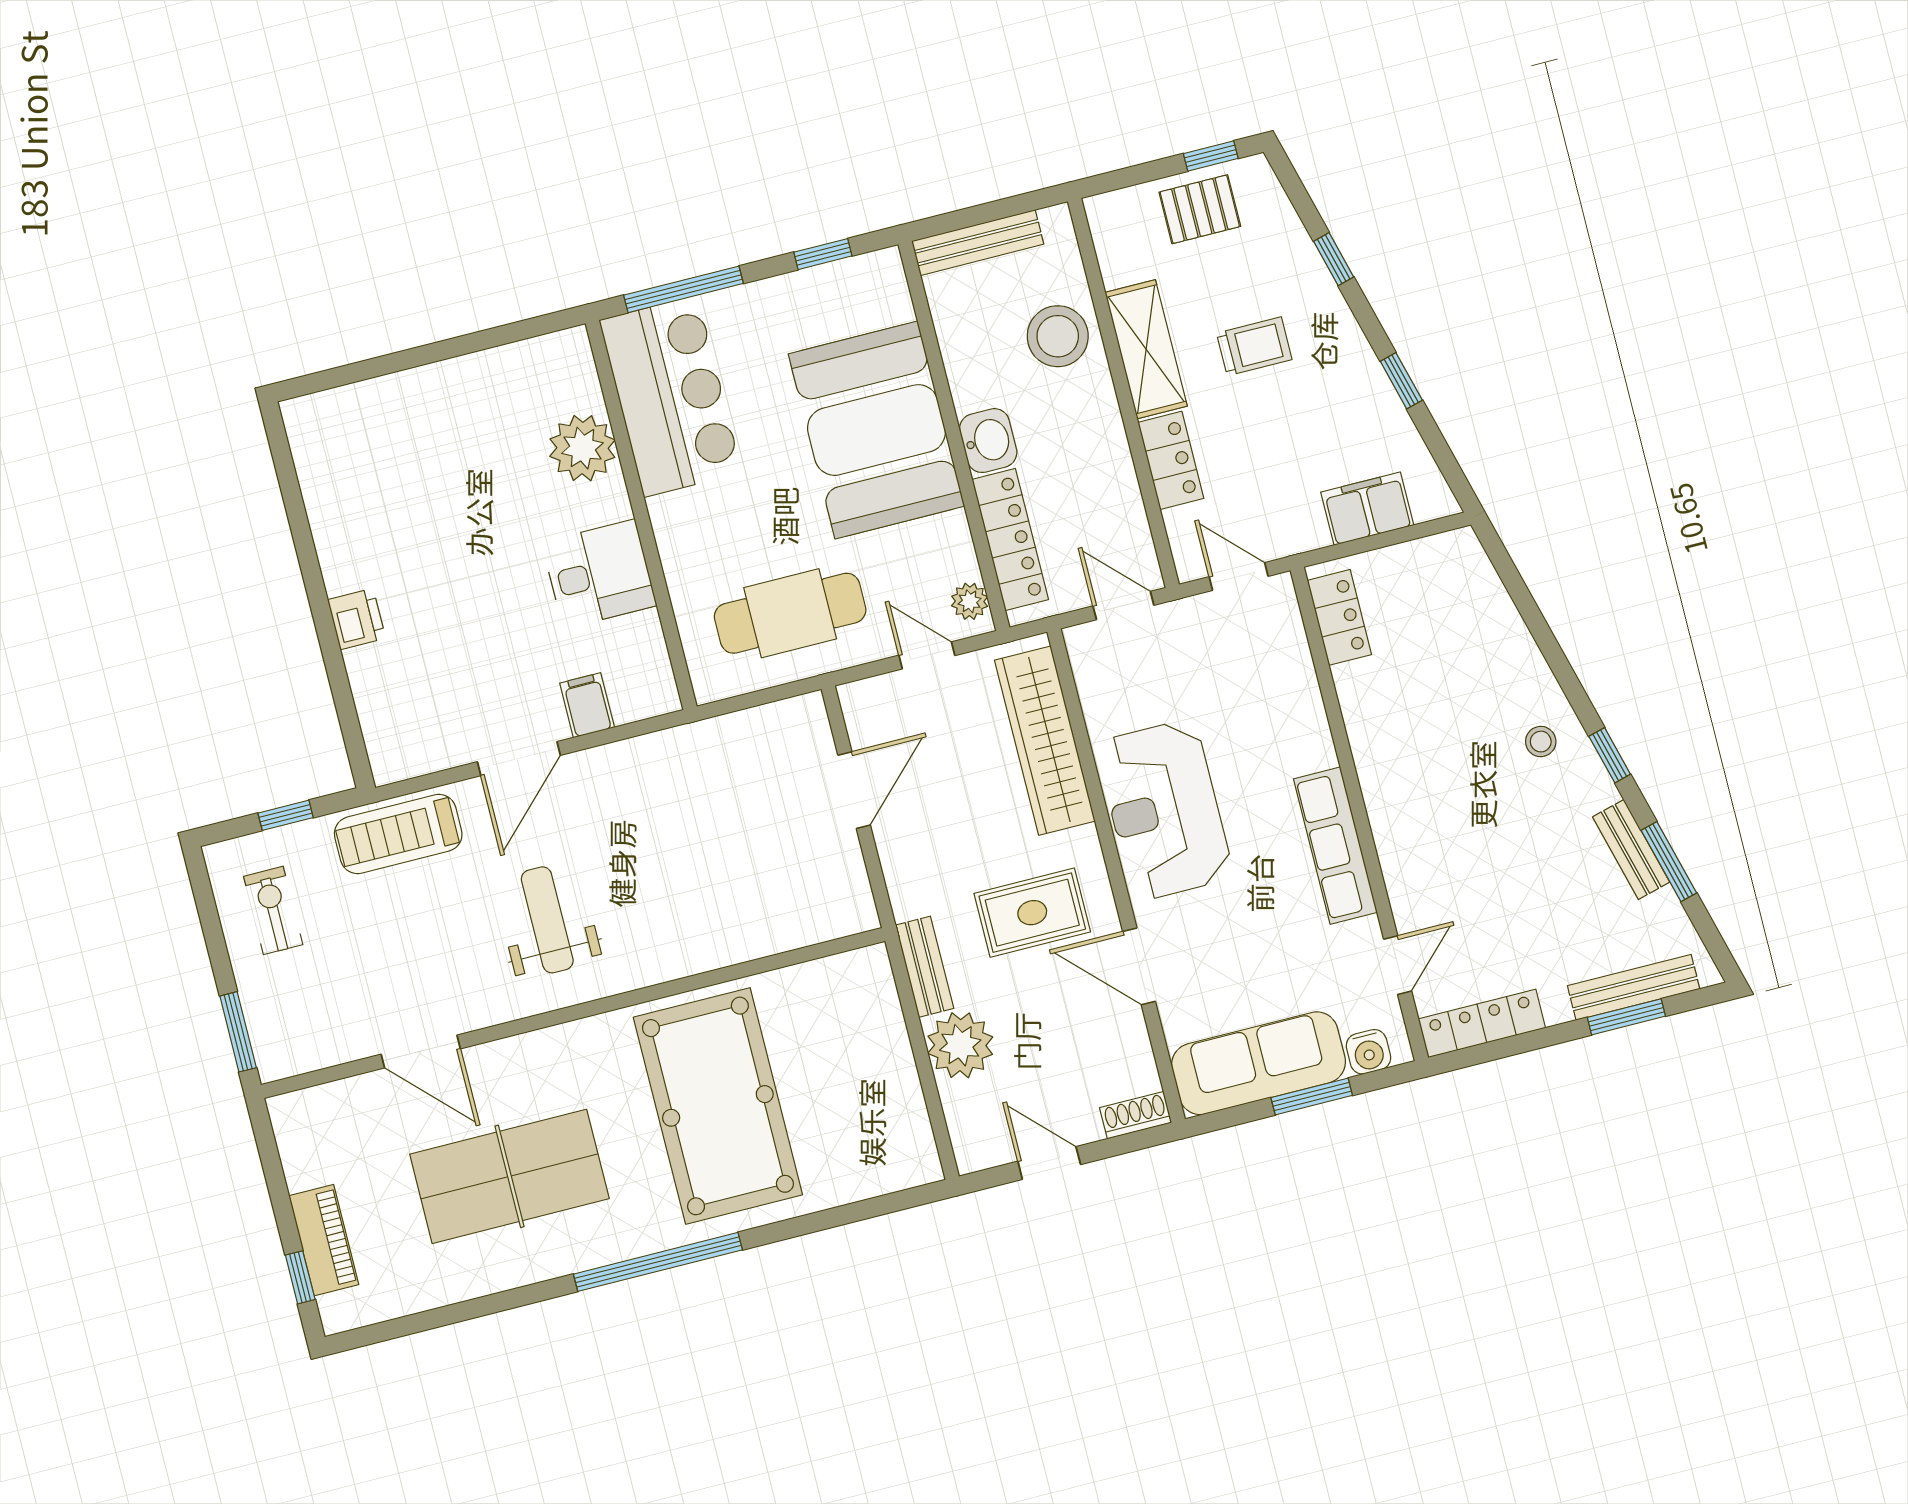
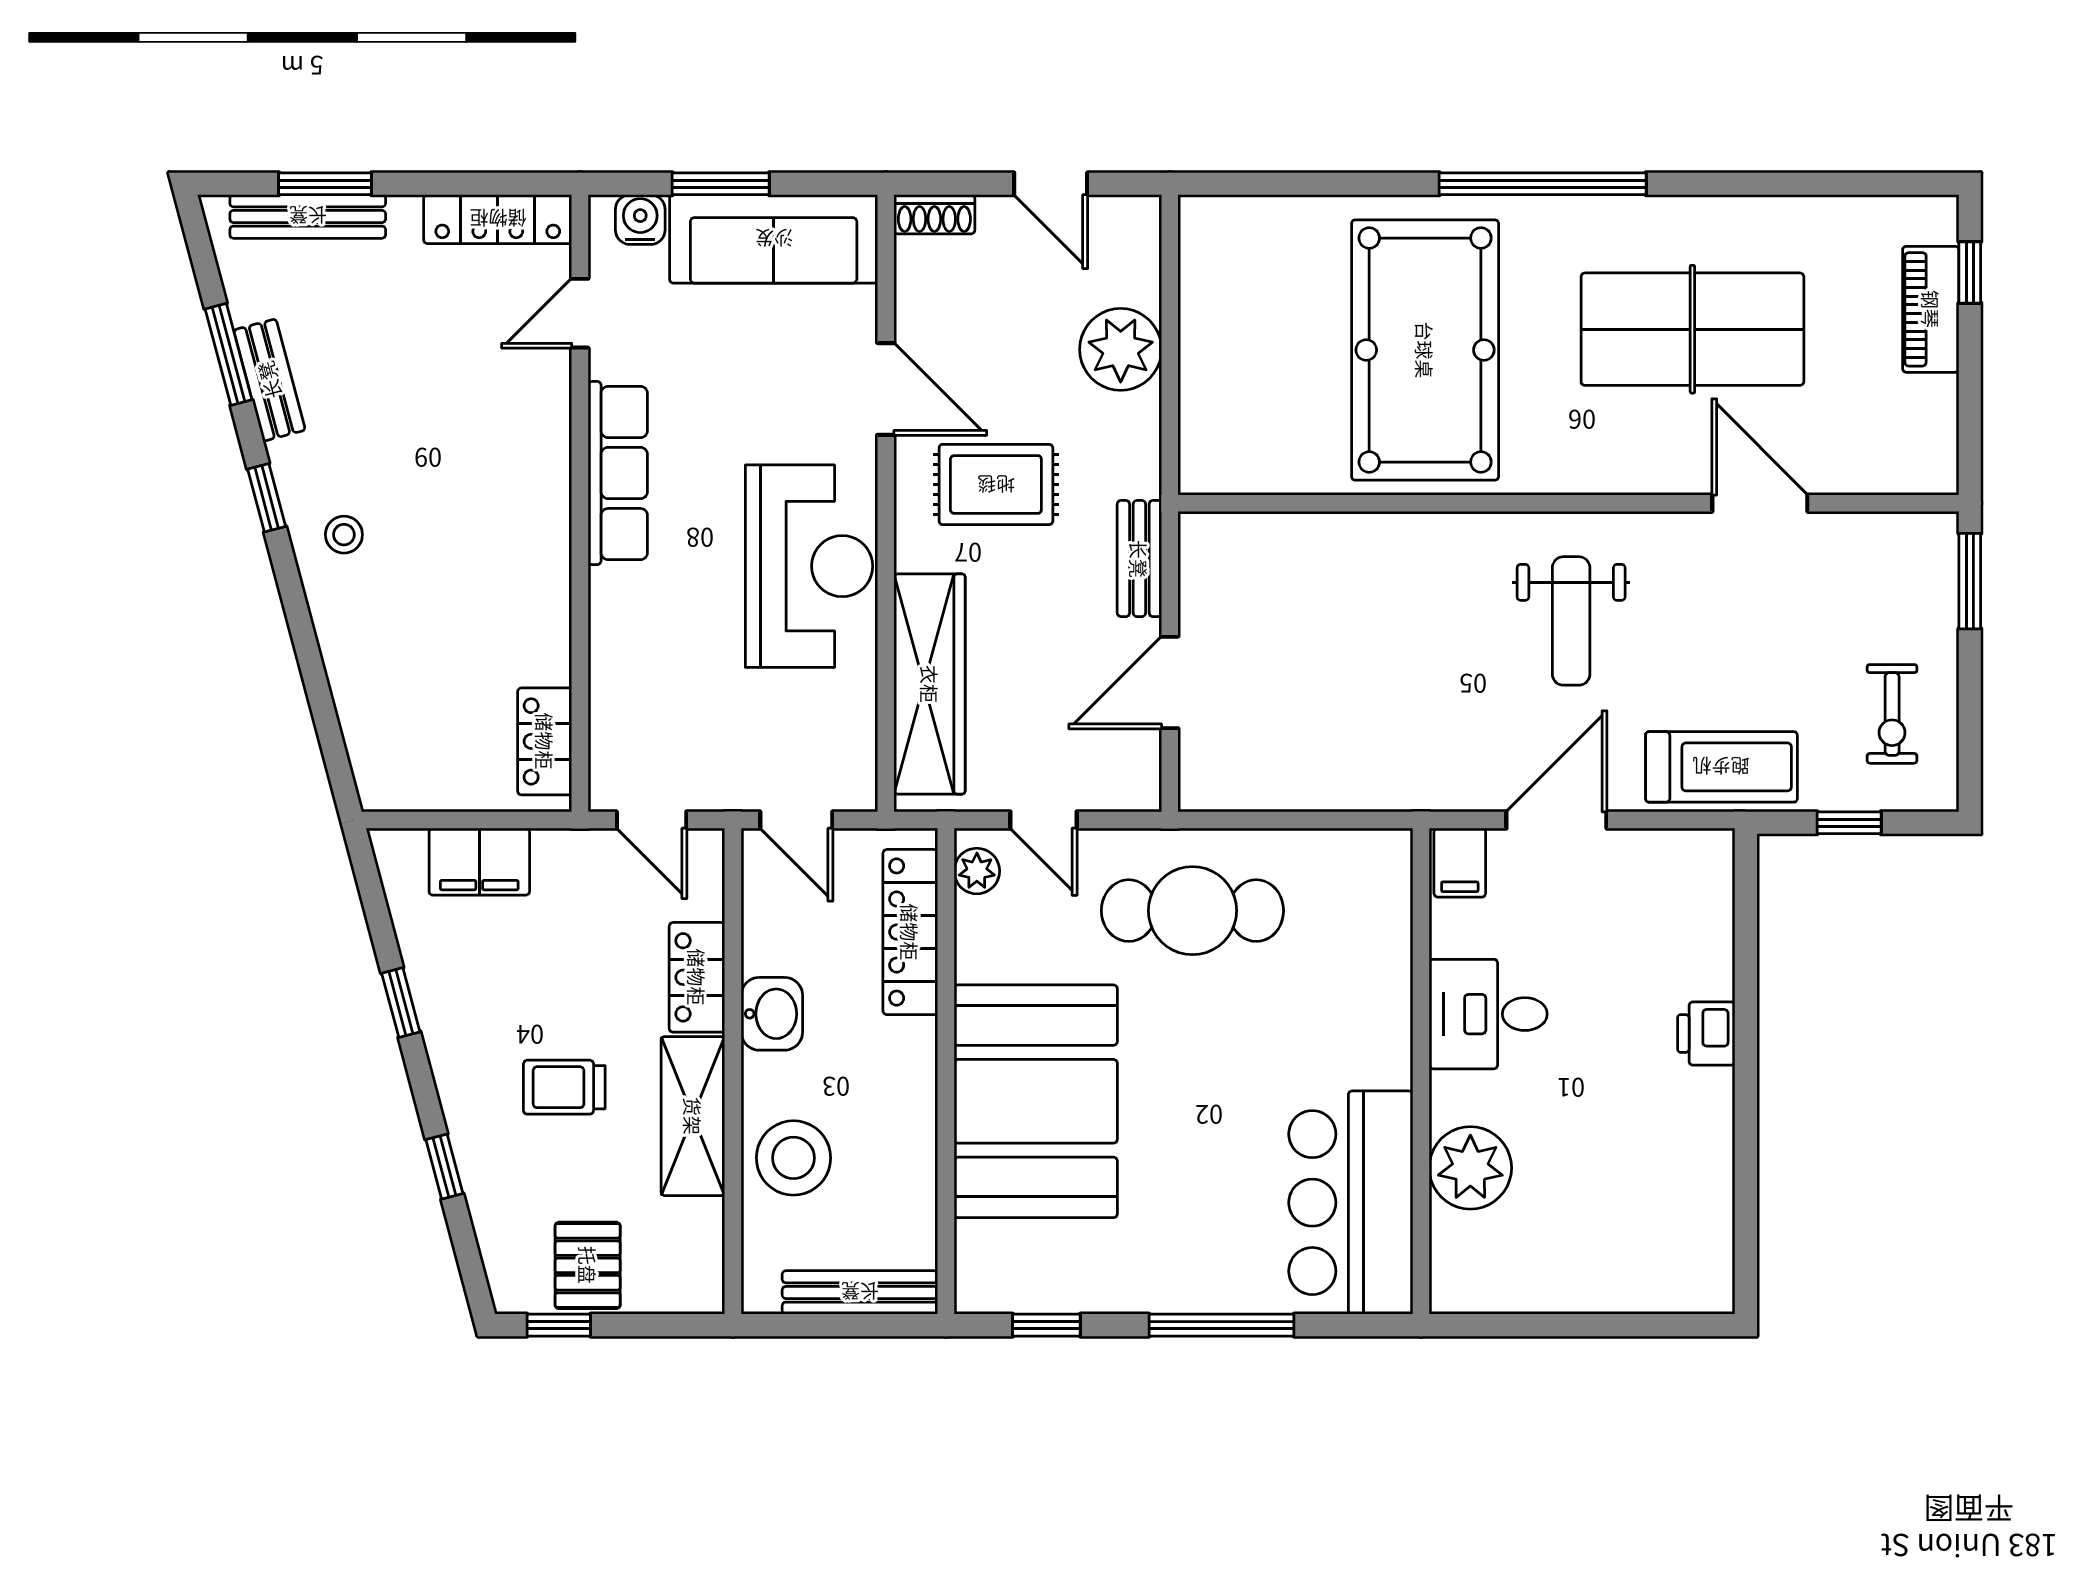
pallet: (1200, 209) -> (588, 1265), turned 90
bar counter: (671, 396) -> (1351, 1203), moved
washbasin: (988, 441) -> (772, 1014), moved, turned 180
plant: (582, 448) -> (1470, 1168), moved
wall: (641, 515) -> (1421, 1071), moved
desk: (599, 574) -> (1488, 1014), moved
bench: (924, 967) -> (1139, 559), moved

